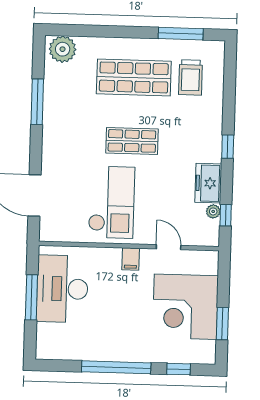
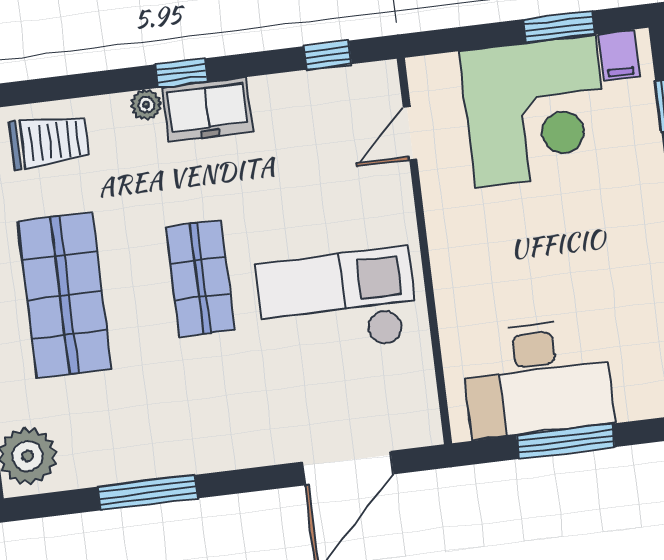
trolley: (190, 77) -> (49, 142), moved
freezer: (208, 183) -> (208, 110), moved
plant: (213, 211) -> (146, 105), moved
door: (169, 247) -> (410, 133), moved
filing cabinet: (131, 259) -> (619, 55), moved, turned 90

